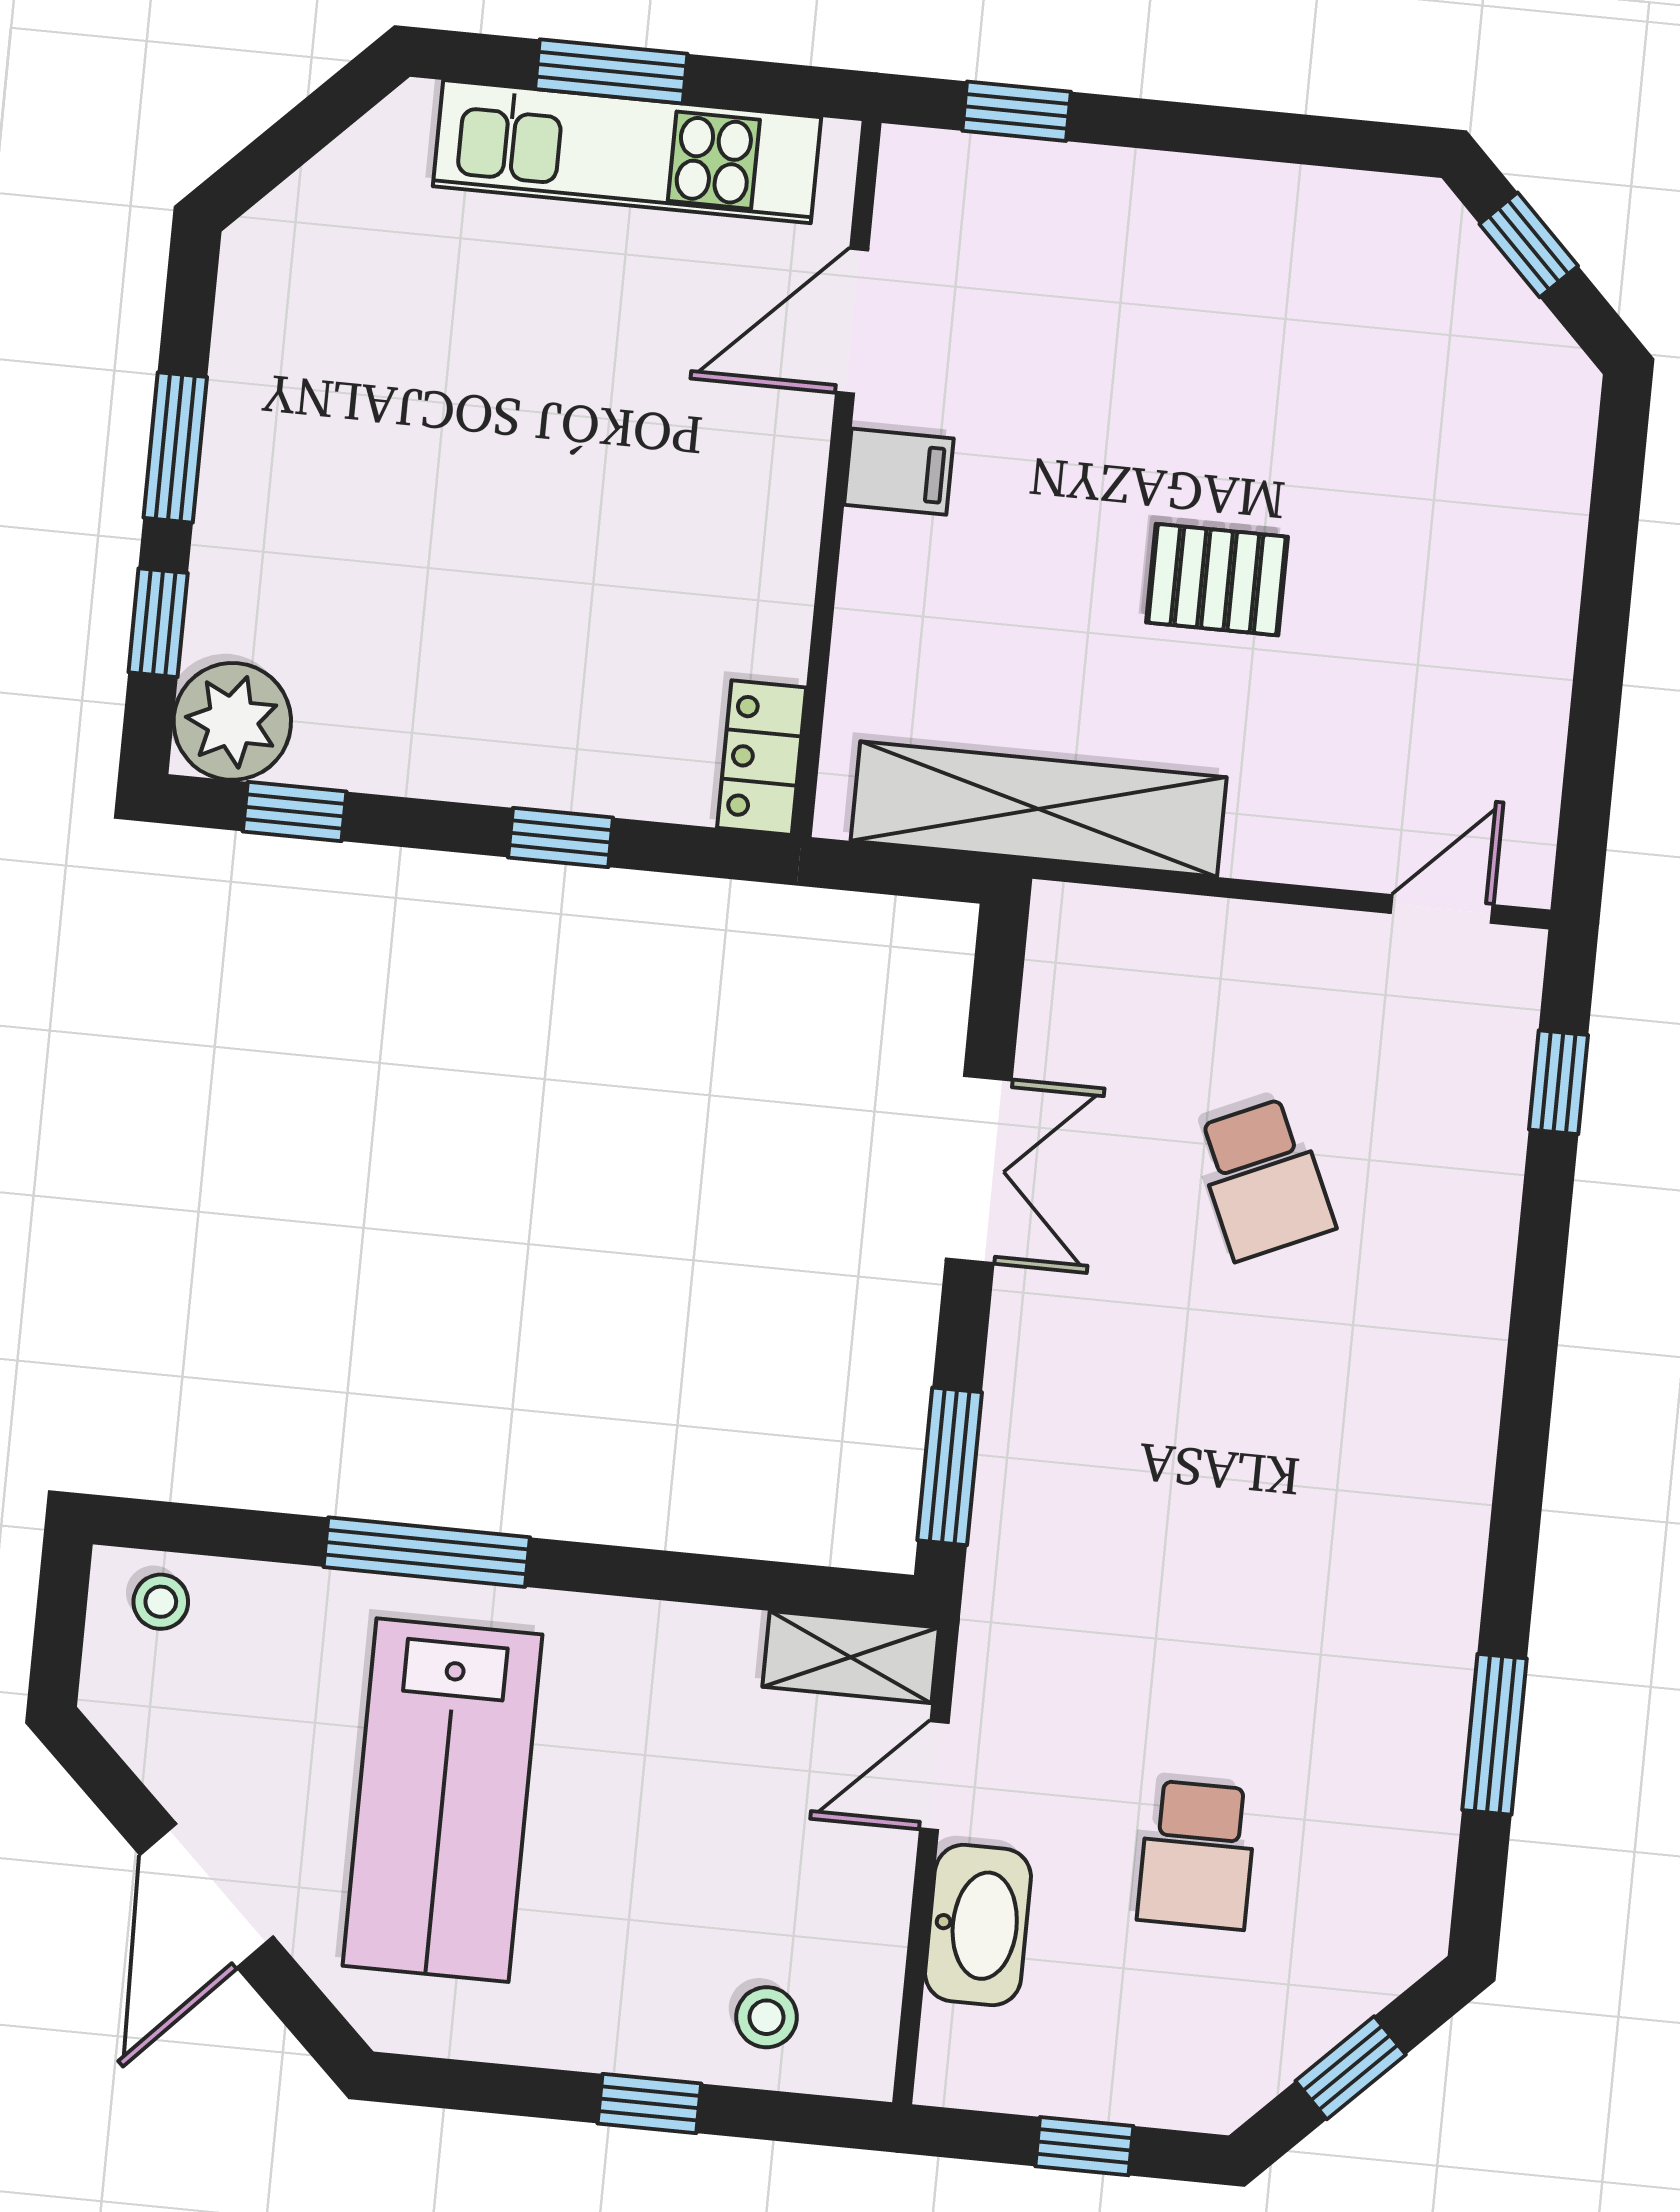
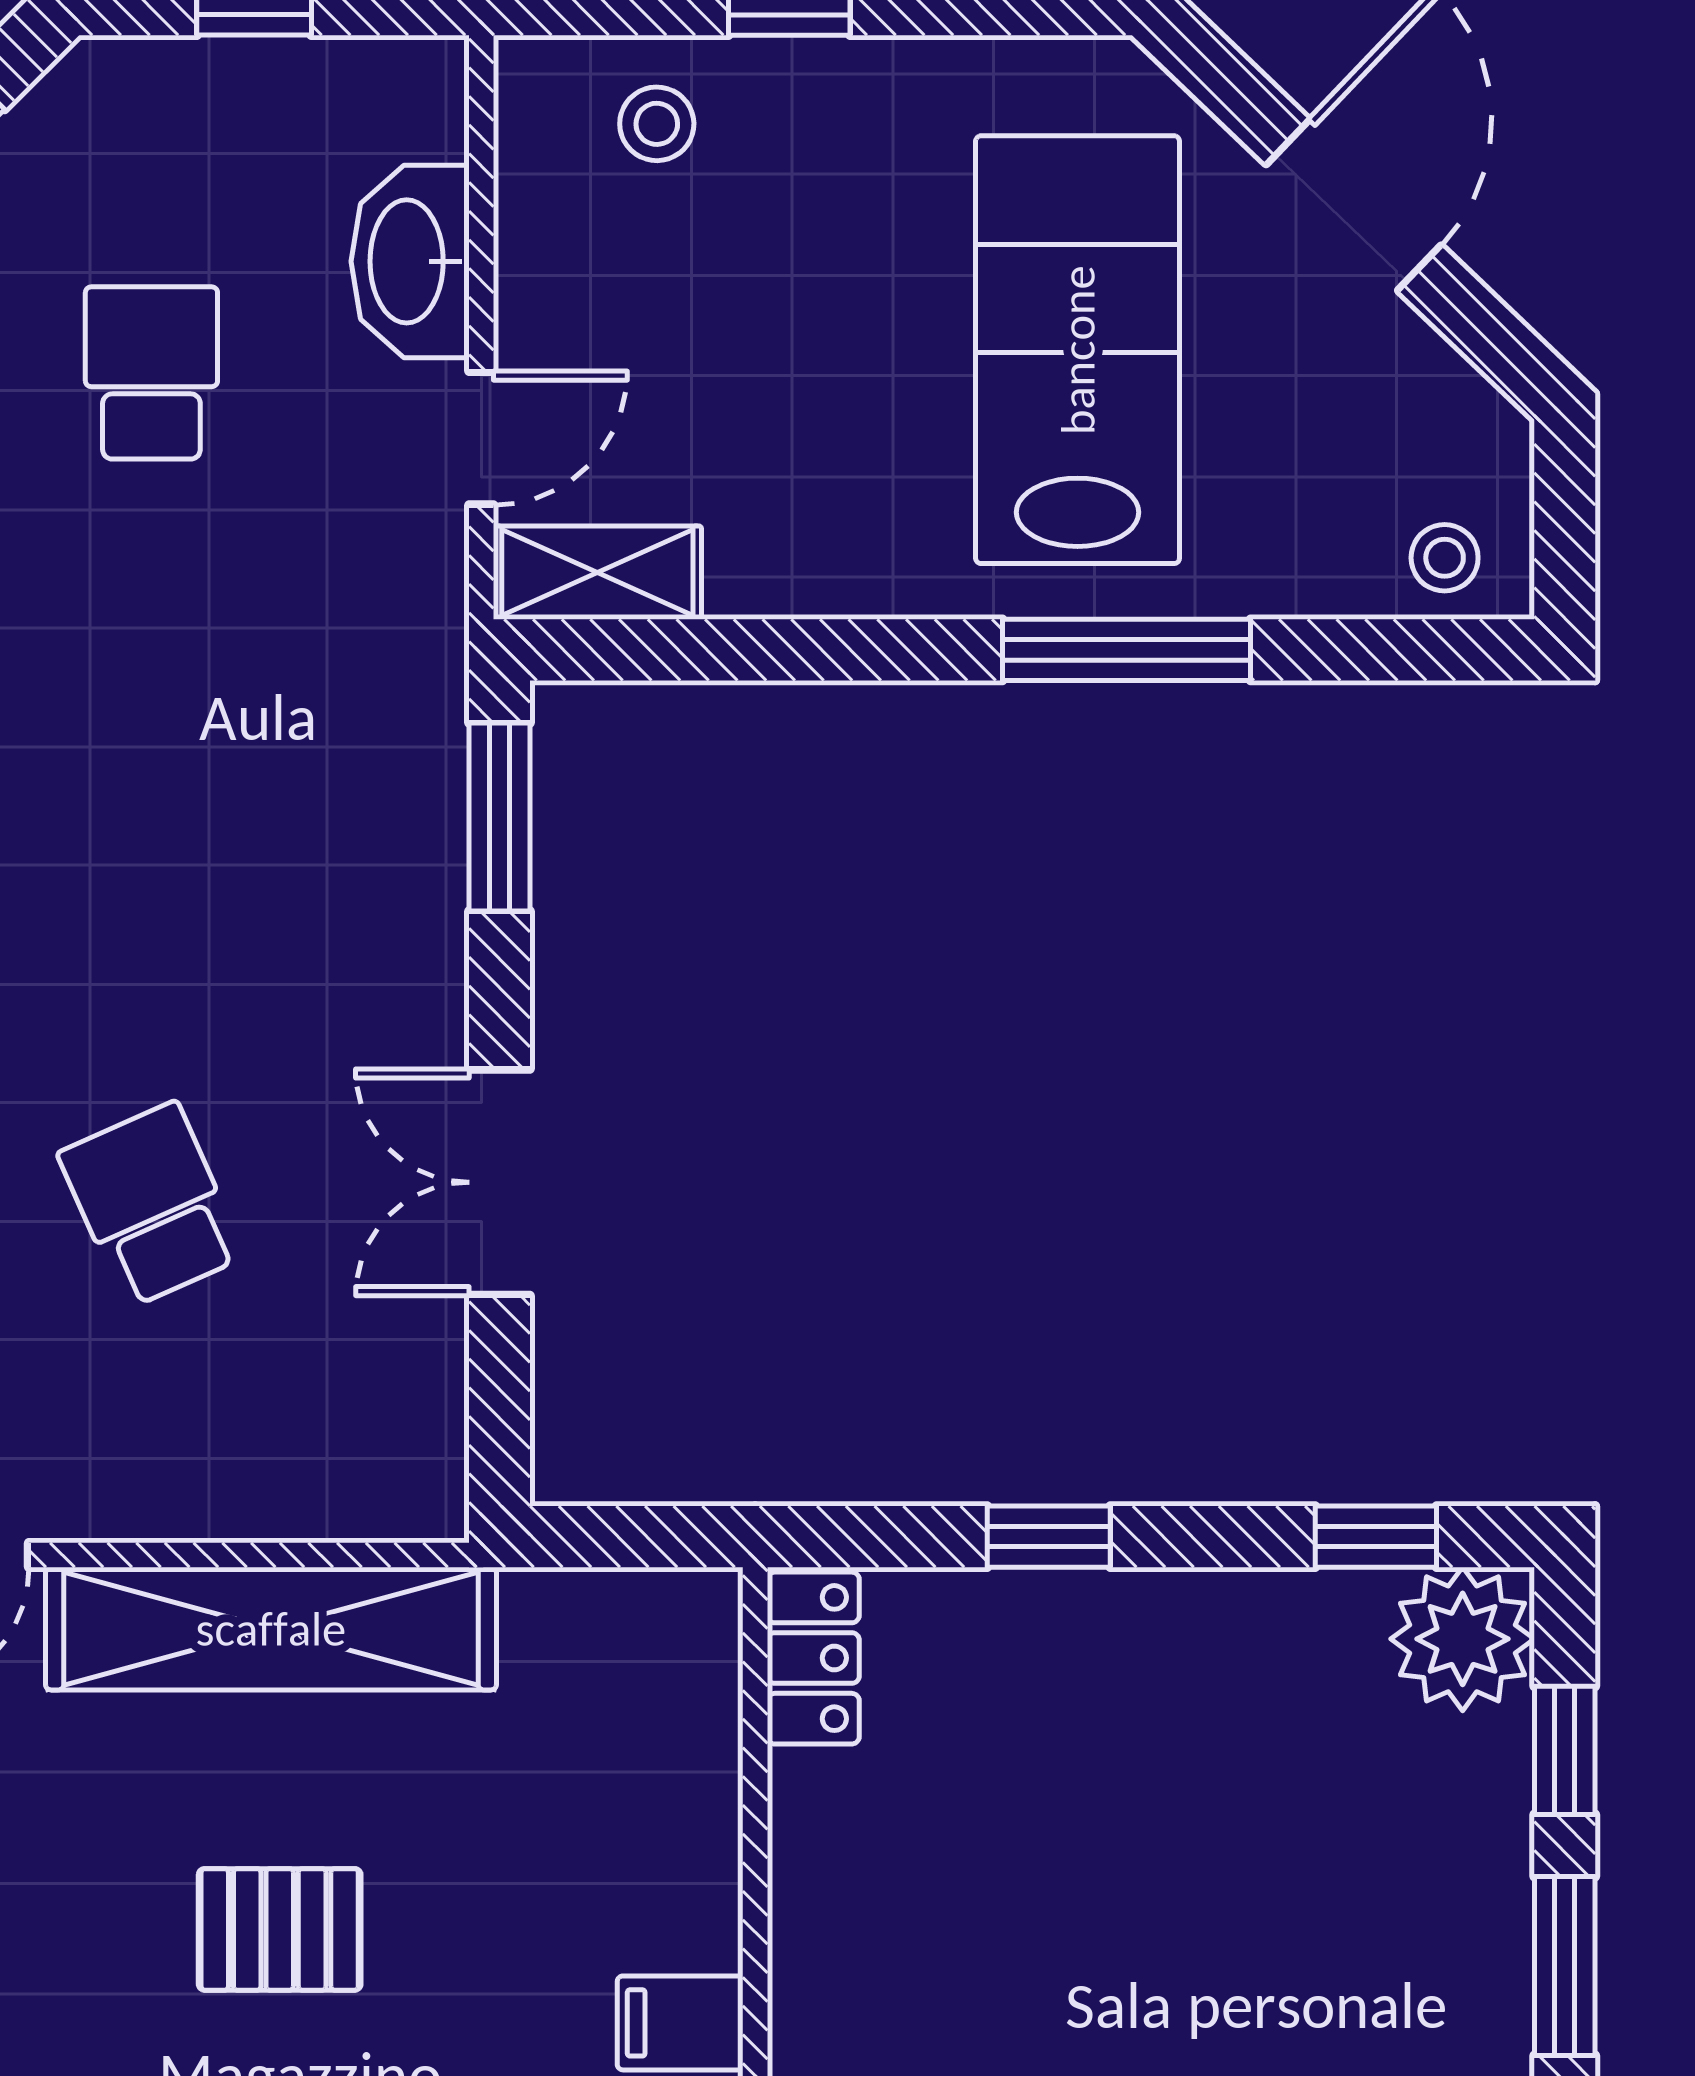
shelving: (1039, 809) -> (271, 1629), moved

